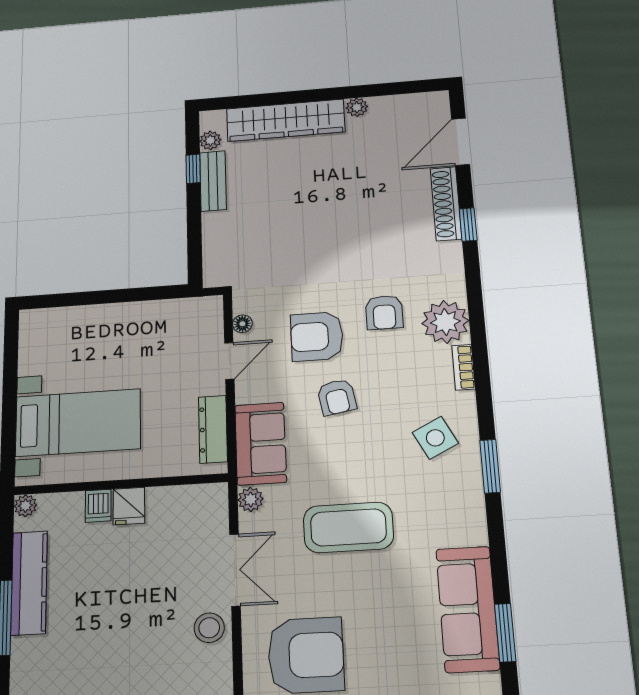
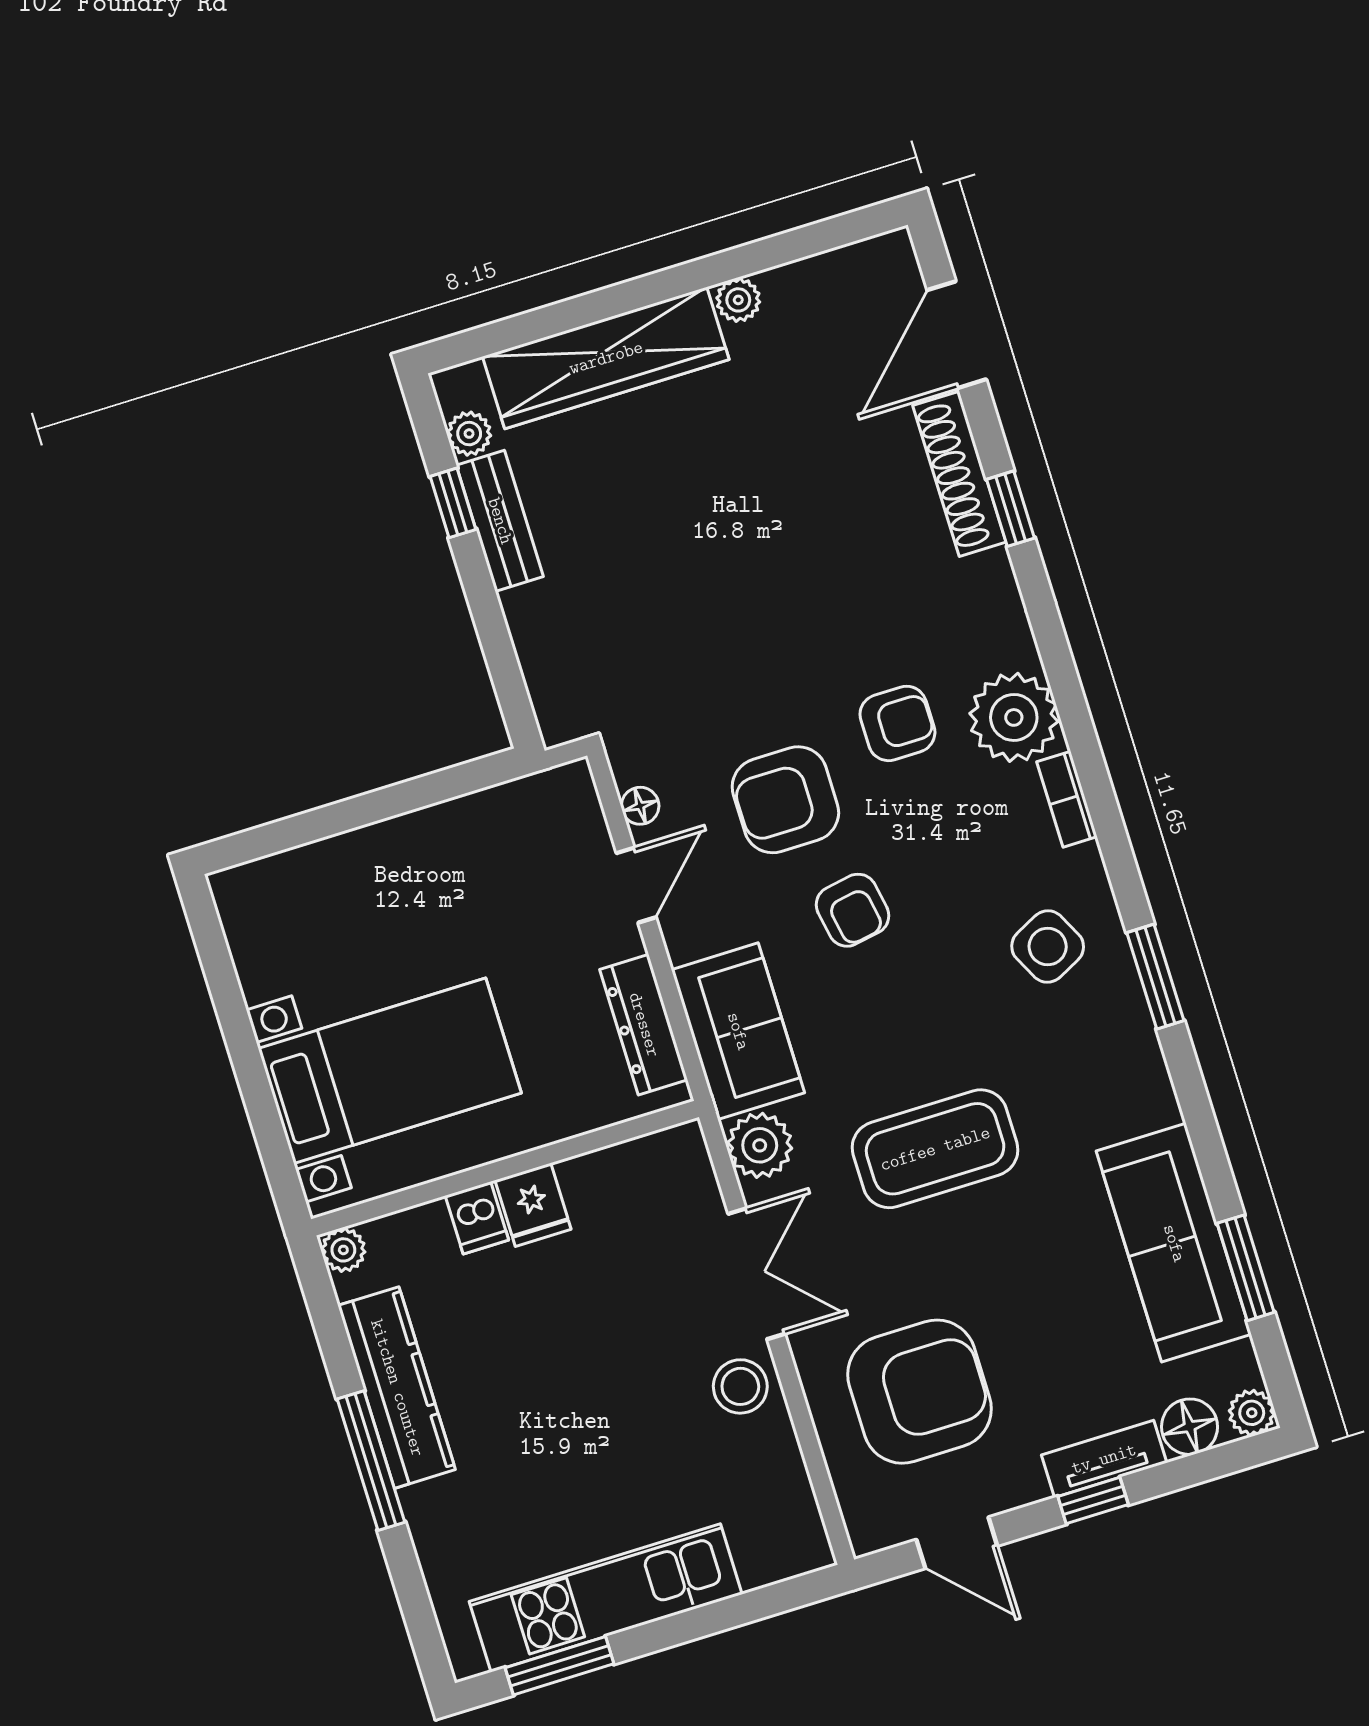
armchair: (384, 312) -> (897, 723), turned -90
plant: (251, 499) -> (760, 1145), width x1.38, depth x1.38

